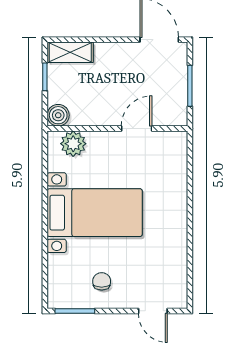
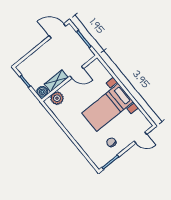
shelving: (70, 52) -> (56, 81), moved
door: (137, 129) -> (77, 72), swing flipped
bed with nightstands: (95, 213) -> (108, 107), moved, turned 180

